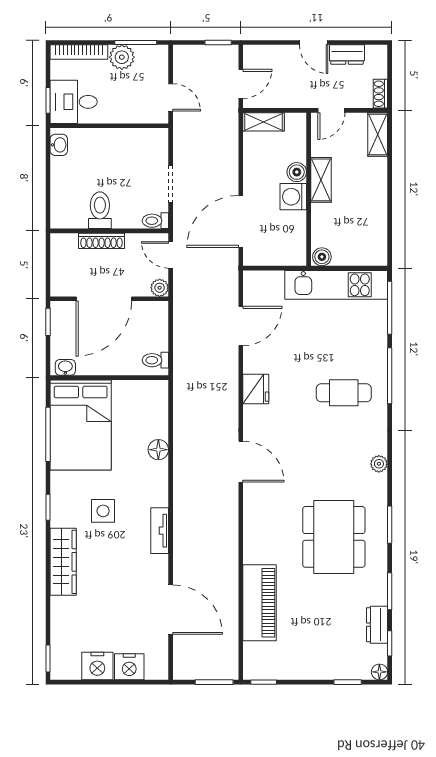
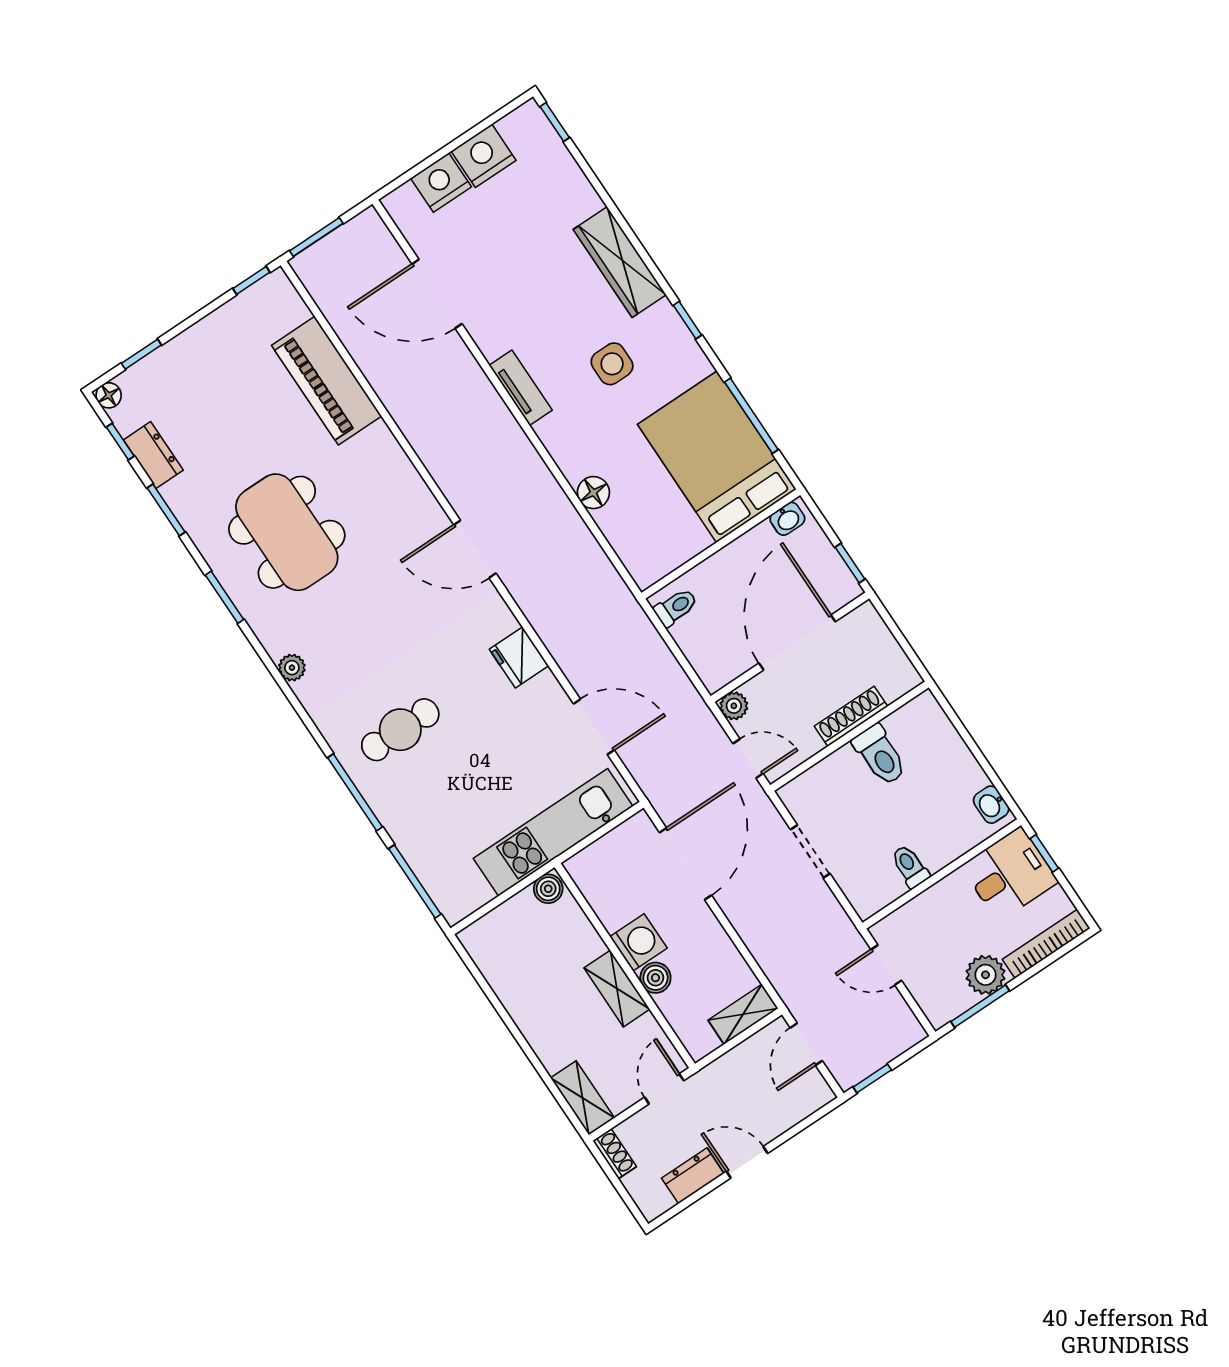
toilet: (155, 221) -> (910, 866), moved, turned -90
kitchen unit: (336, 285) -> (553, 832), moved
door: (241, 326) -> (594, 727), swing flipped

